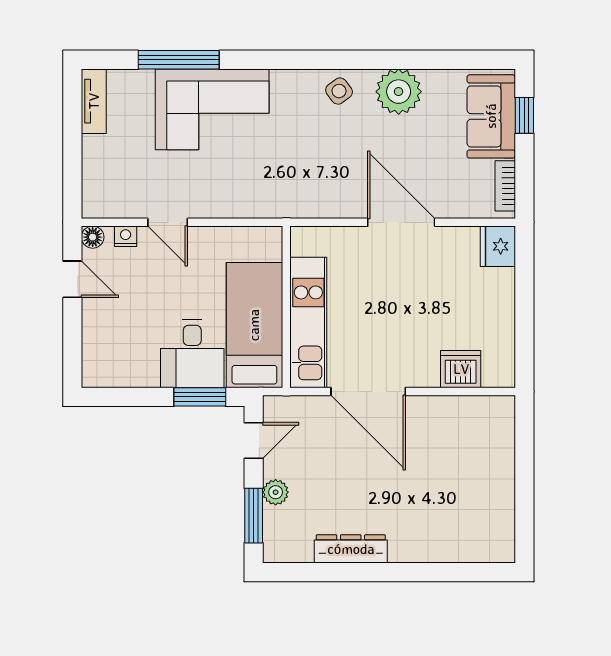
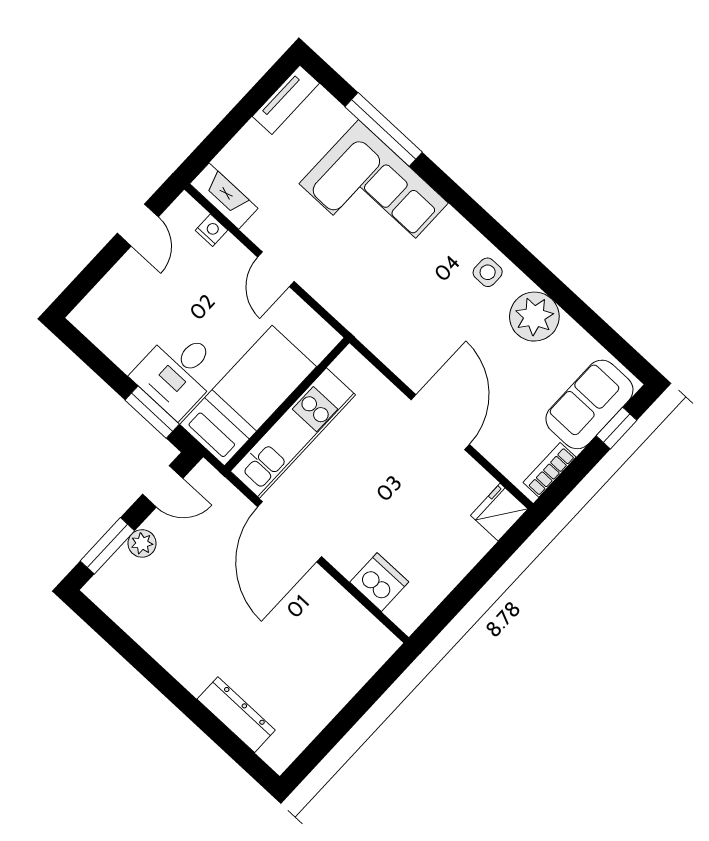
side table: (339, 91) -> (488, 272), turned 37
fireplace: (112, 205) -> (224, 196), added
door: (168, 222) -> (276, 269), moved
floor lamp: (93, 237) -> (185, 207), removed
dresser: (351, 549) -> (236, 715), moved

